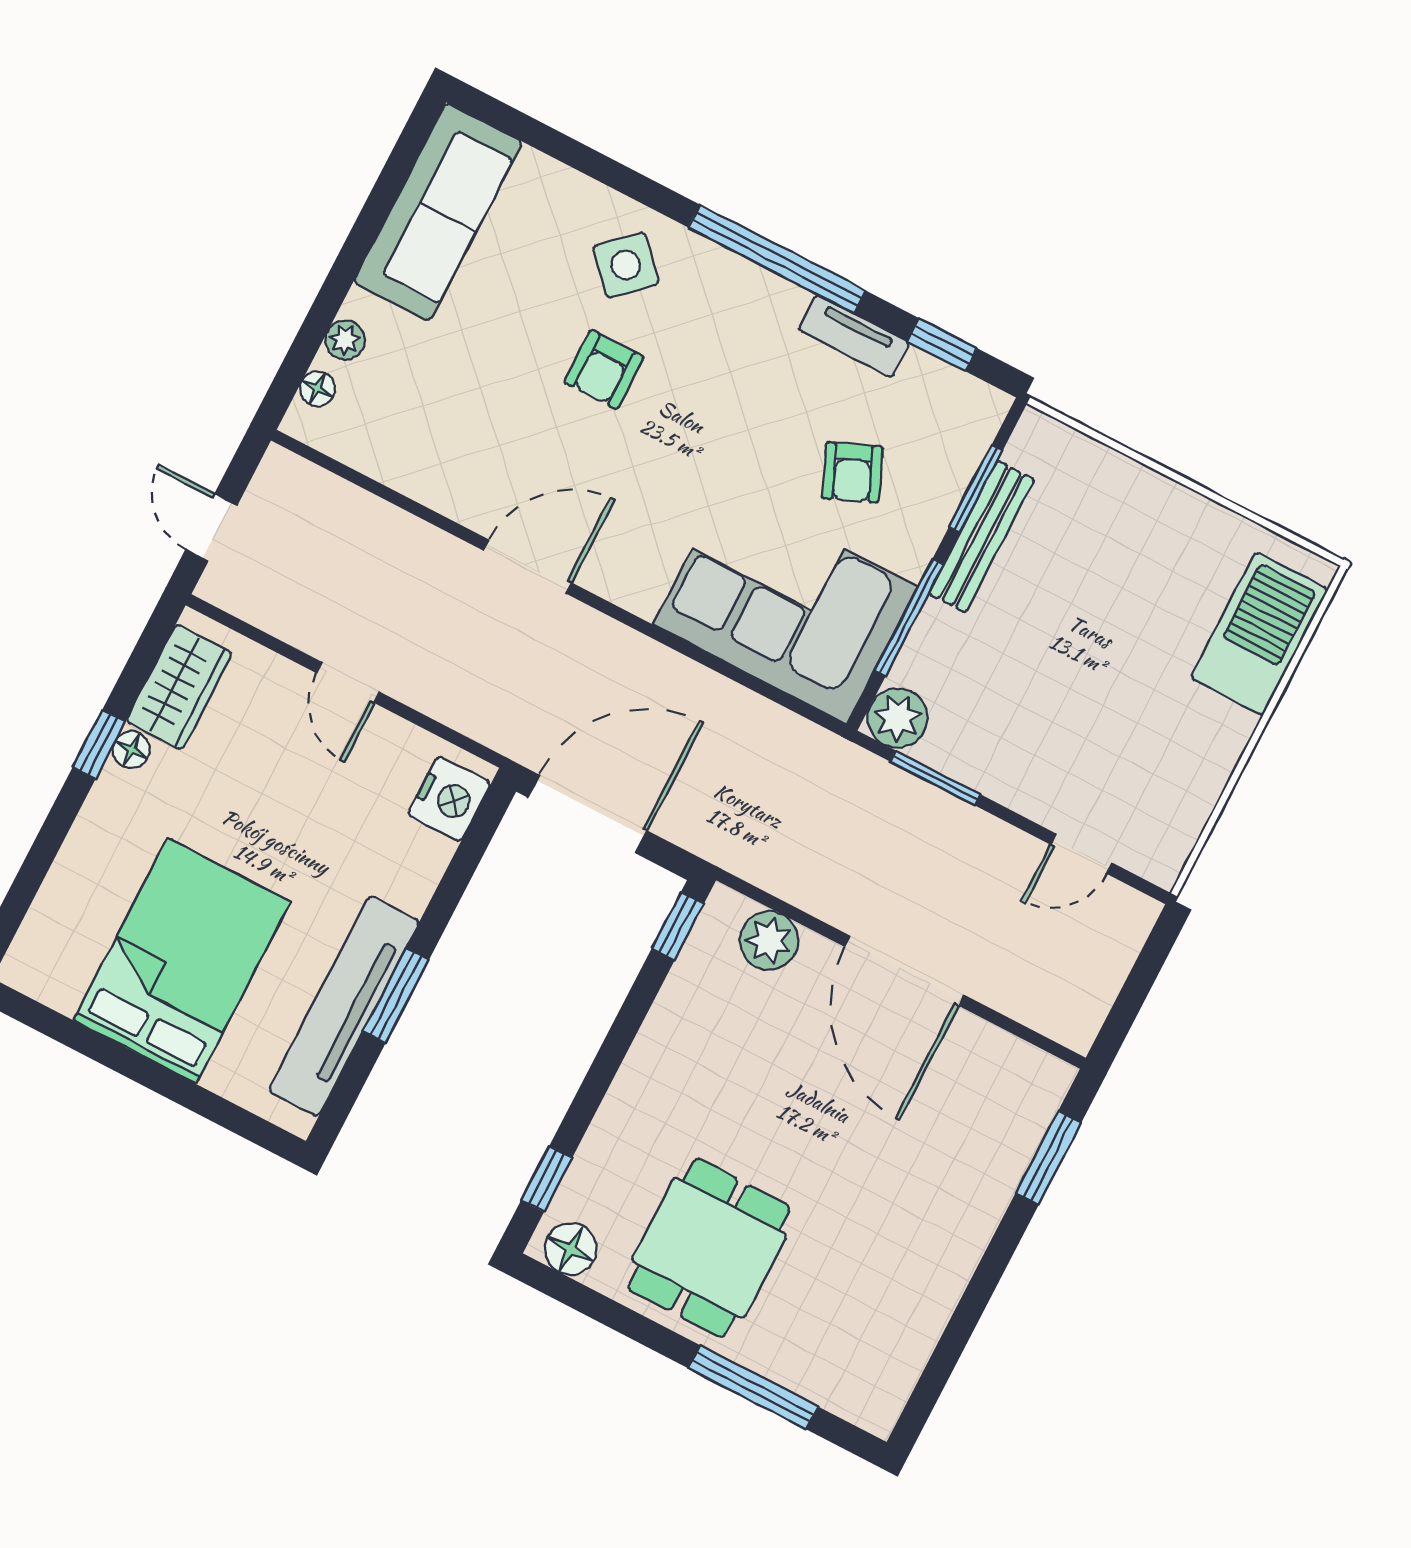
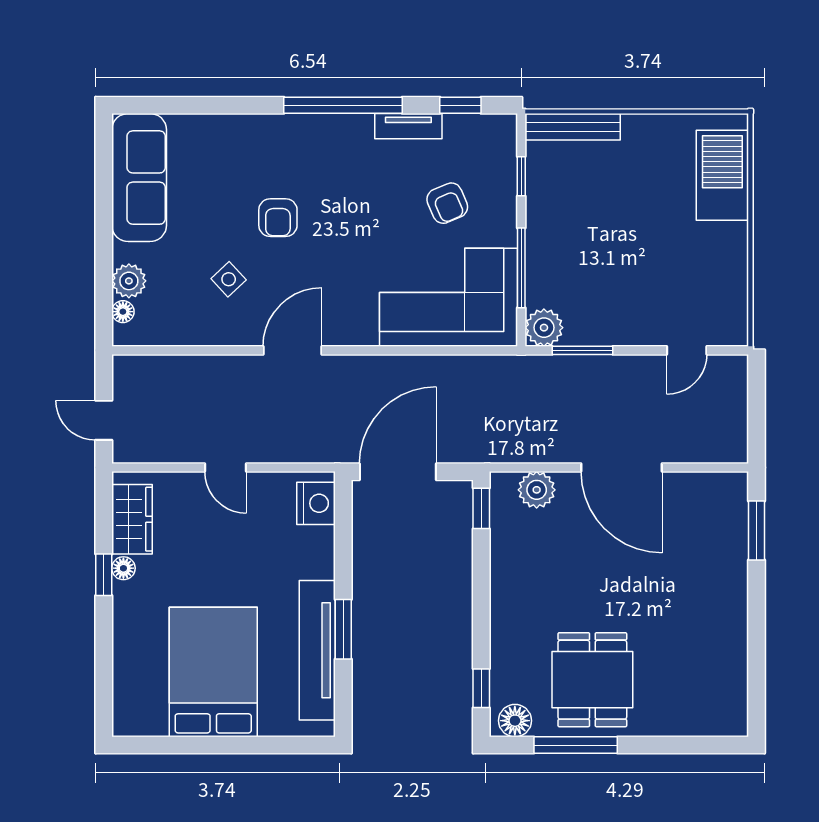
side table: (626, 265) -> (229, 279), moved, width x0.73, depth x0.73
plant: (345, 340) -> (129, 281), width x1.38, depth x1.38
window: (976, 489) -> (521, 176), width x0.67
bench: (982, 537) -> (573, 127), moved, turned 90
window: (753, 1387) -> (576, 745), moved

